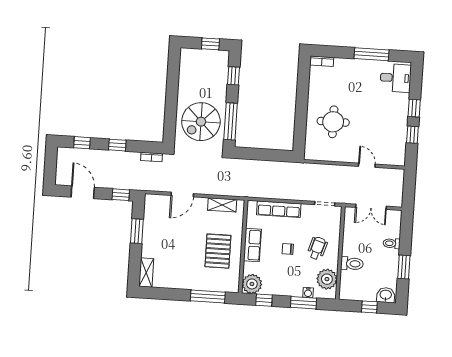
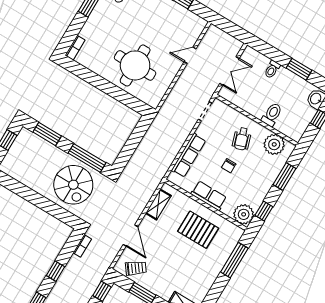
window: (234, 76) -> (47, 134), width x1.50
round table: (333, 122) -> (135, 65), width x1.36, depth x1.36
trolley: (156, 214) -> (136, 268), added
wheelchair: (317, 248) -> (242, 139), turned -125
water cooler: (308, 293) -> (278, 168), removed

